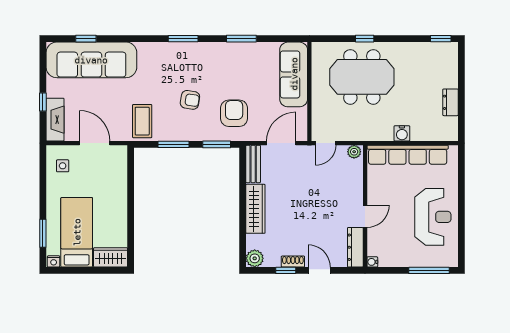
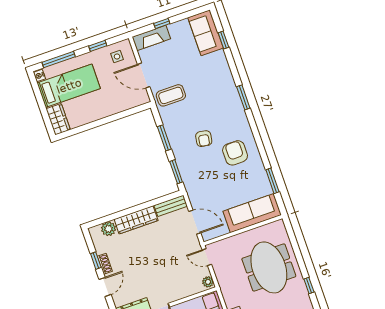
window: (183, 39) -> (243, 97), moved
window: (241, 39) -> (272, 181), moved
window: (365, 39) -> (309, 286), moved
sofa: (91, 60) -> (206, 33), width x0.54, depth x0.79
armchair: (234, 113) -> (235, 153), moved, turned -90
coffee table: (142, 121) -> (171, 95), moved
door: (95, 143) -> (144, 76), swing flipped
window: (43, 183) -> (98, 46), added
window: (43, 233) -> (59, 59), width x1.44
plant: (255, 258) -> (108, 229), moved

